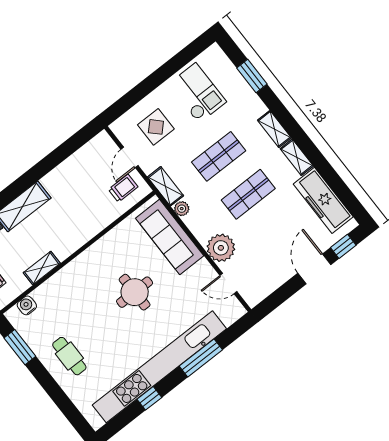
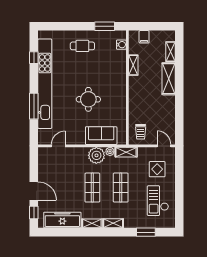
checkout: (197, 93) -> (158, 201), turned 90
door: (129, 157) -> (164, 146), moved
sofa: (170, 237) -> (101, 136), width x0.73
plant: (221, 248) -> (96, 155), moved
window: (149, 398) -> (34, 58), moved

